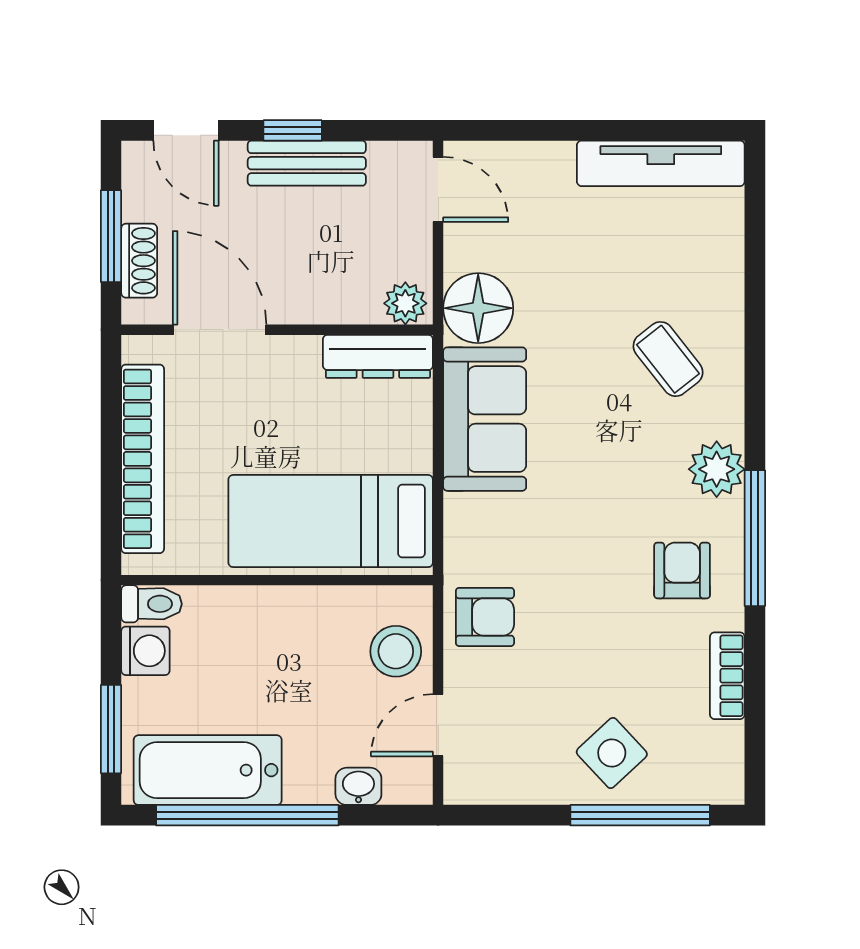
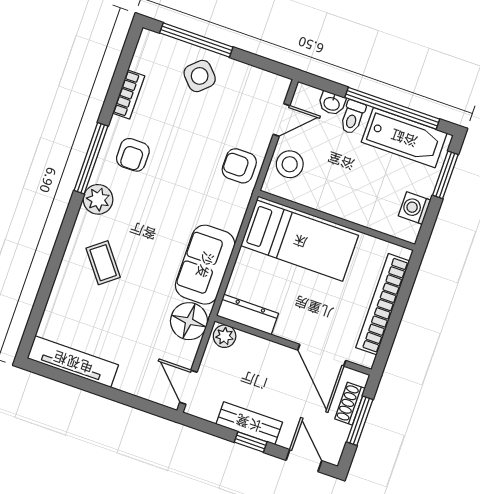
toilet: (151, 604) -> (353, 117), moved, turned -90

